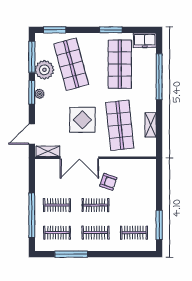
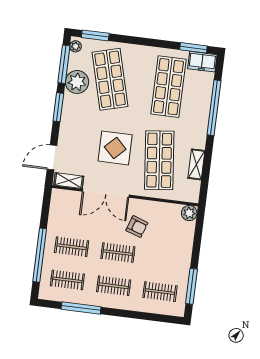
window: (111, 30) -> (193, 48), moved
plant: (40, 94) -> (76, 46), moved
plant: (150, 165) -> (189, 213), added

